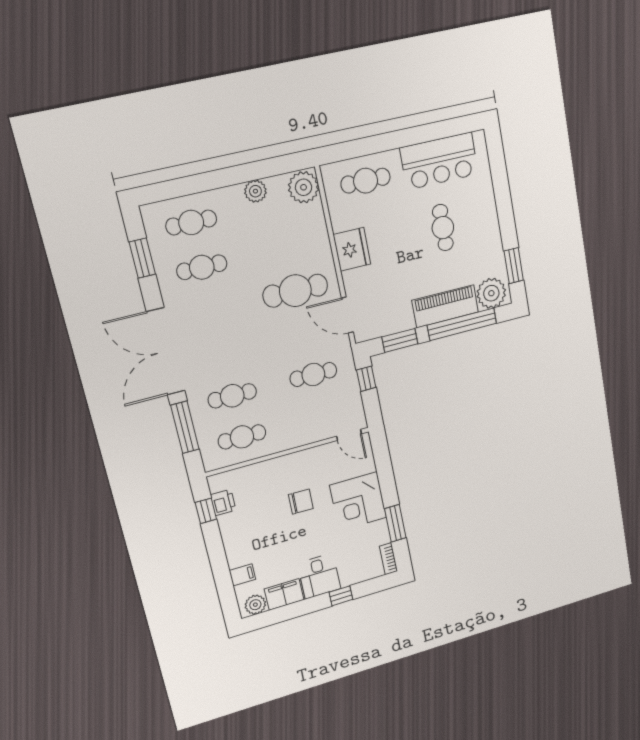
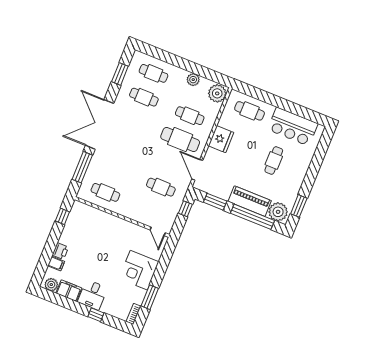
cafe table: (232, 396) -> (190, 116), moved
printer: (223, 502) -> (60, 251), moved
chair: (301, 502) -> (111, 248), removed

